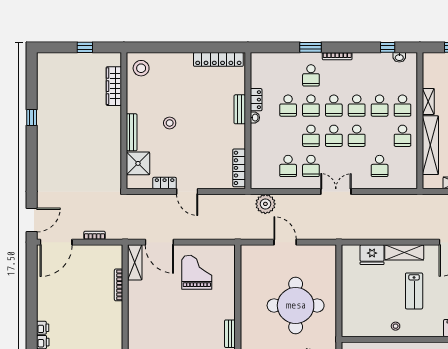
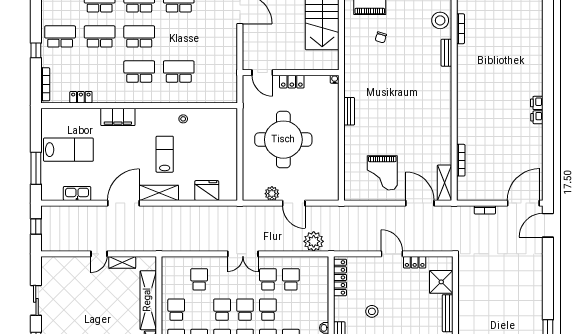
stool: (170, 123) -> (372, 311), moved
plant: (307, 252) -> (272, 194), added
shelving: (404, 252) -> (159, 193), moved

